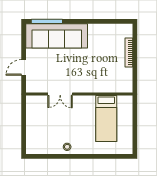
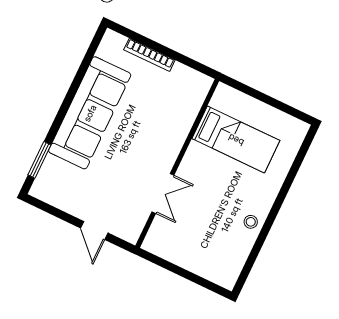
window: (47, 21) -> (39, 160), width x0.69
sofa: (57, 36) -> (90, 113), moved

